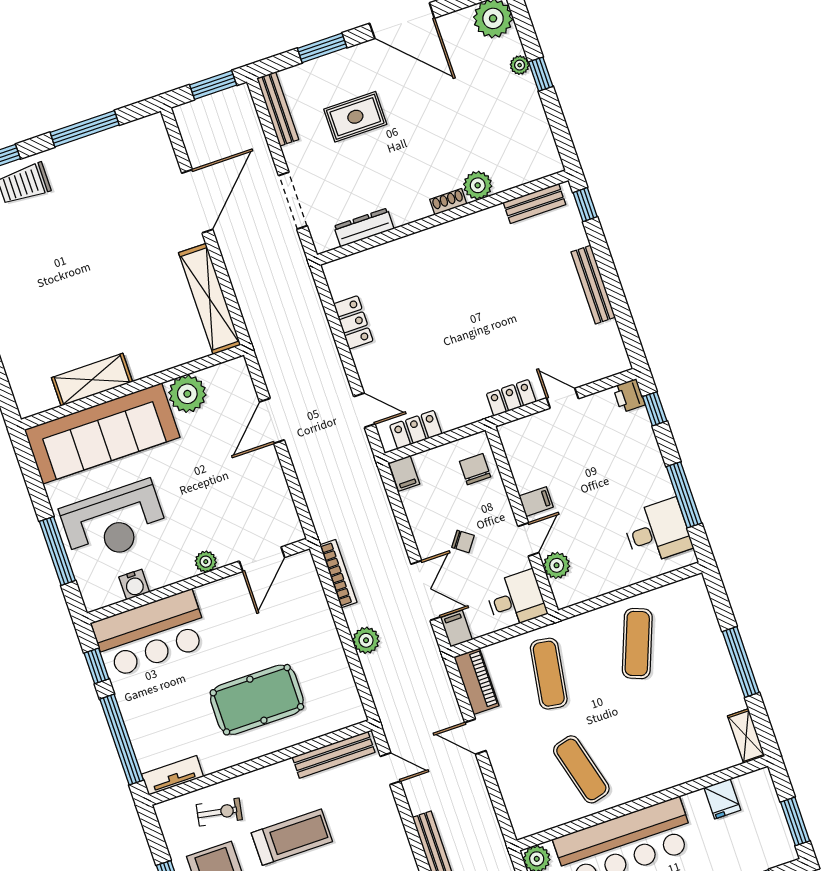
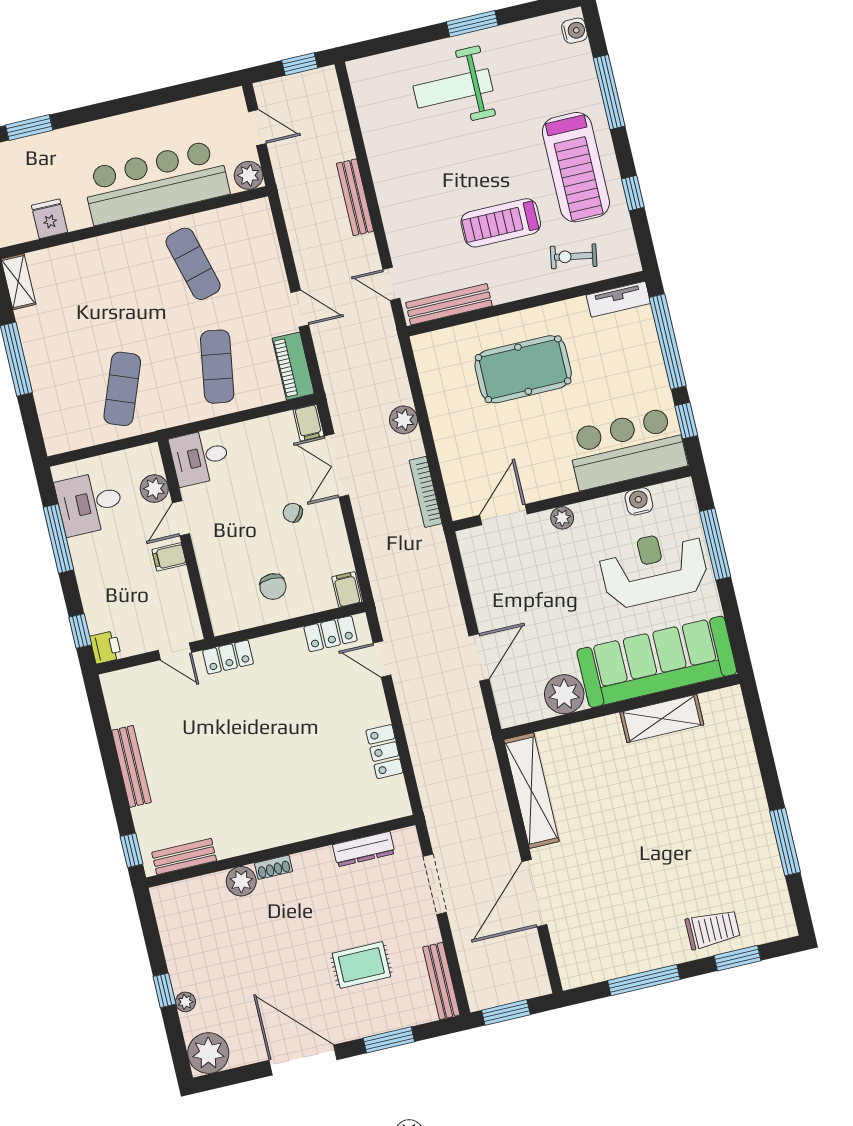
filing cabinet: (536, 502) -> (169, 557), moved
wall: (522, 520) -> (186, 539), moved
door: (528, 539) -> (181, 518), moved
plant: (557, 565) -> (154, 489), moved
desk: (516, 599) -> (200, 457), moved

